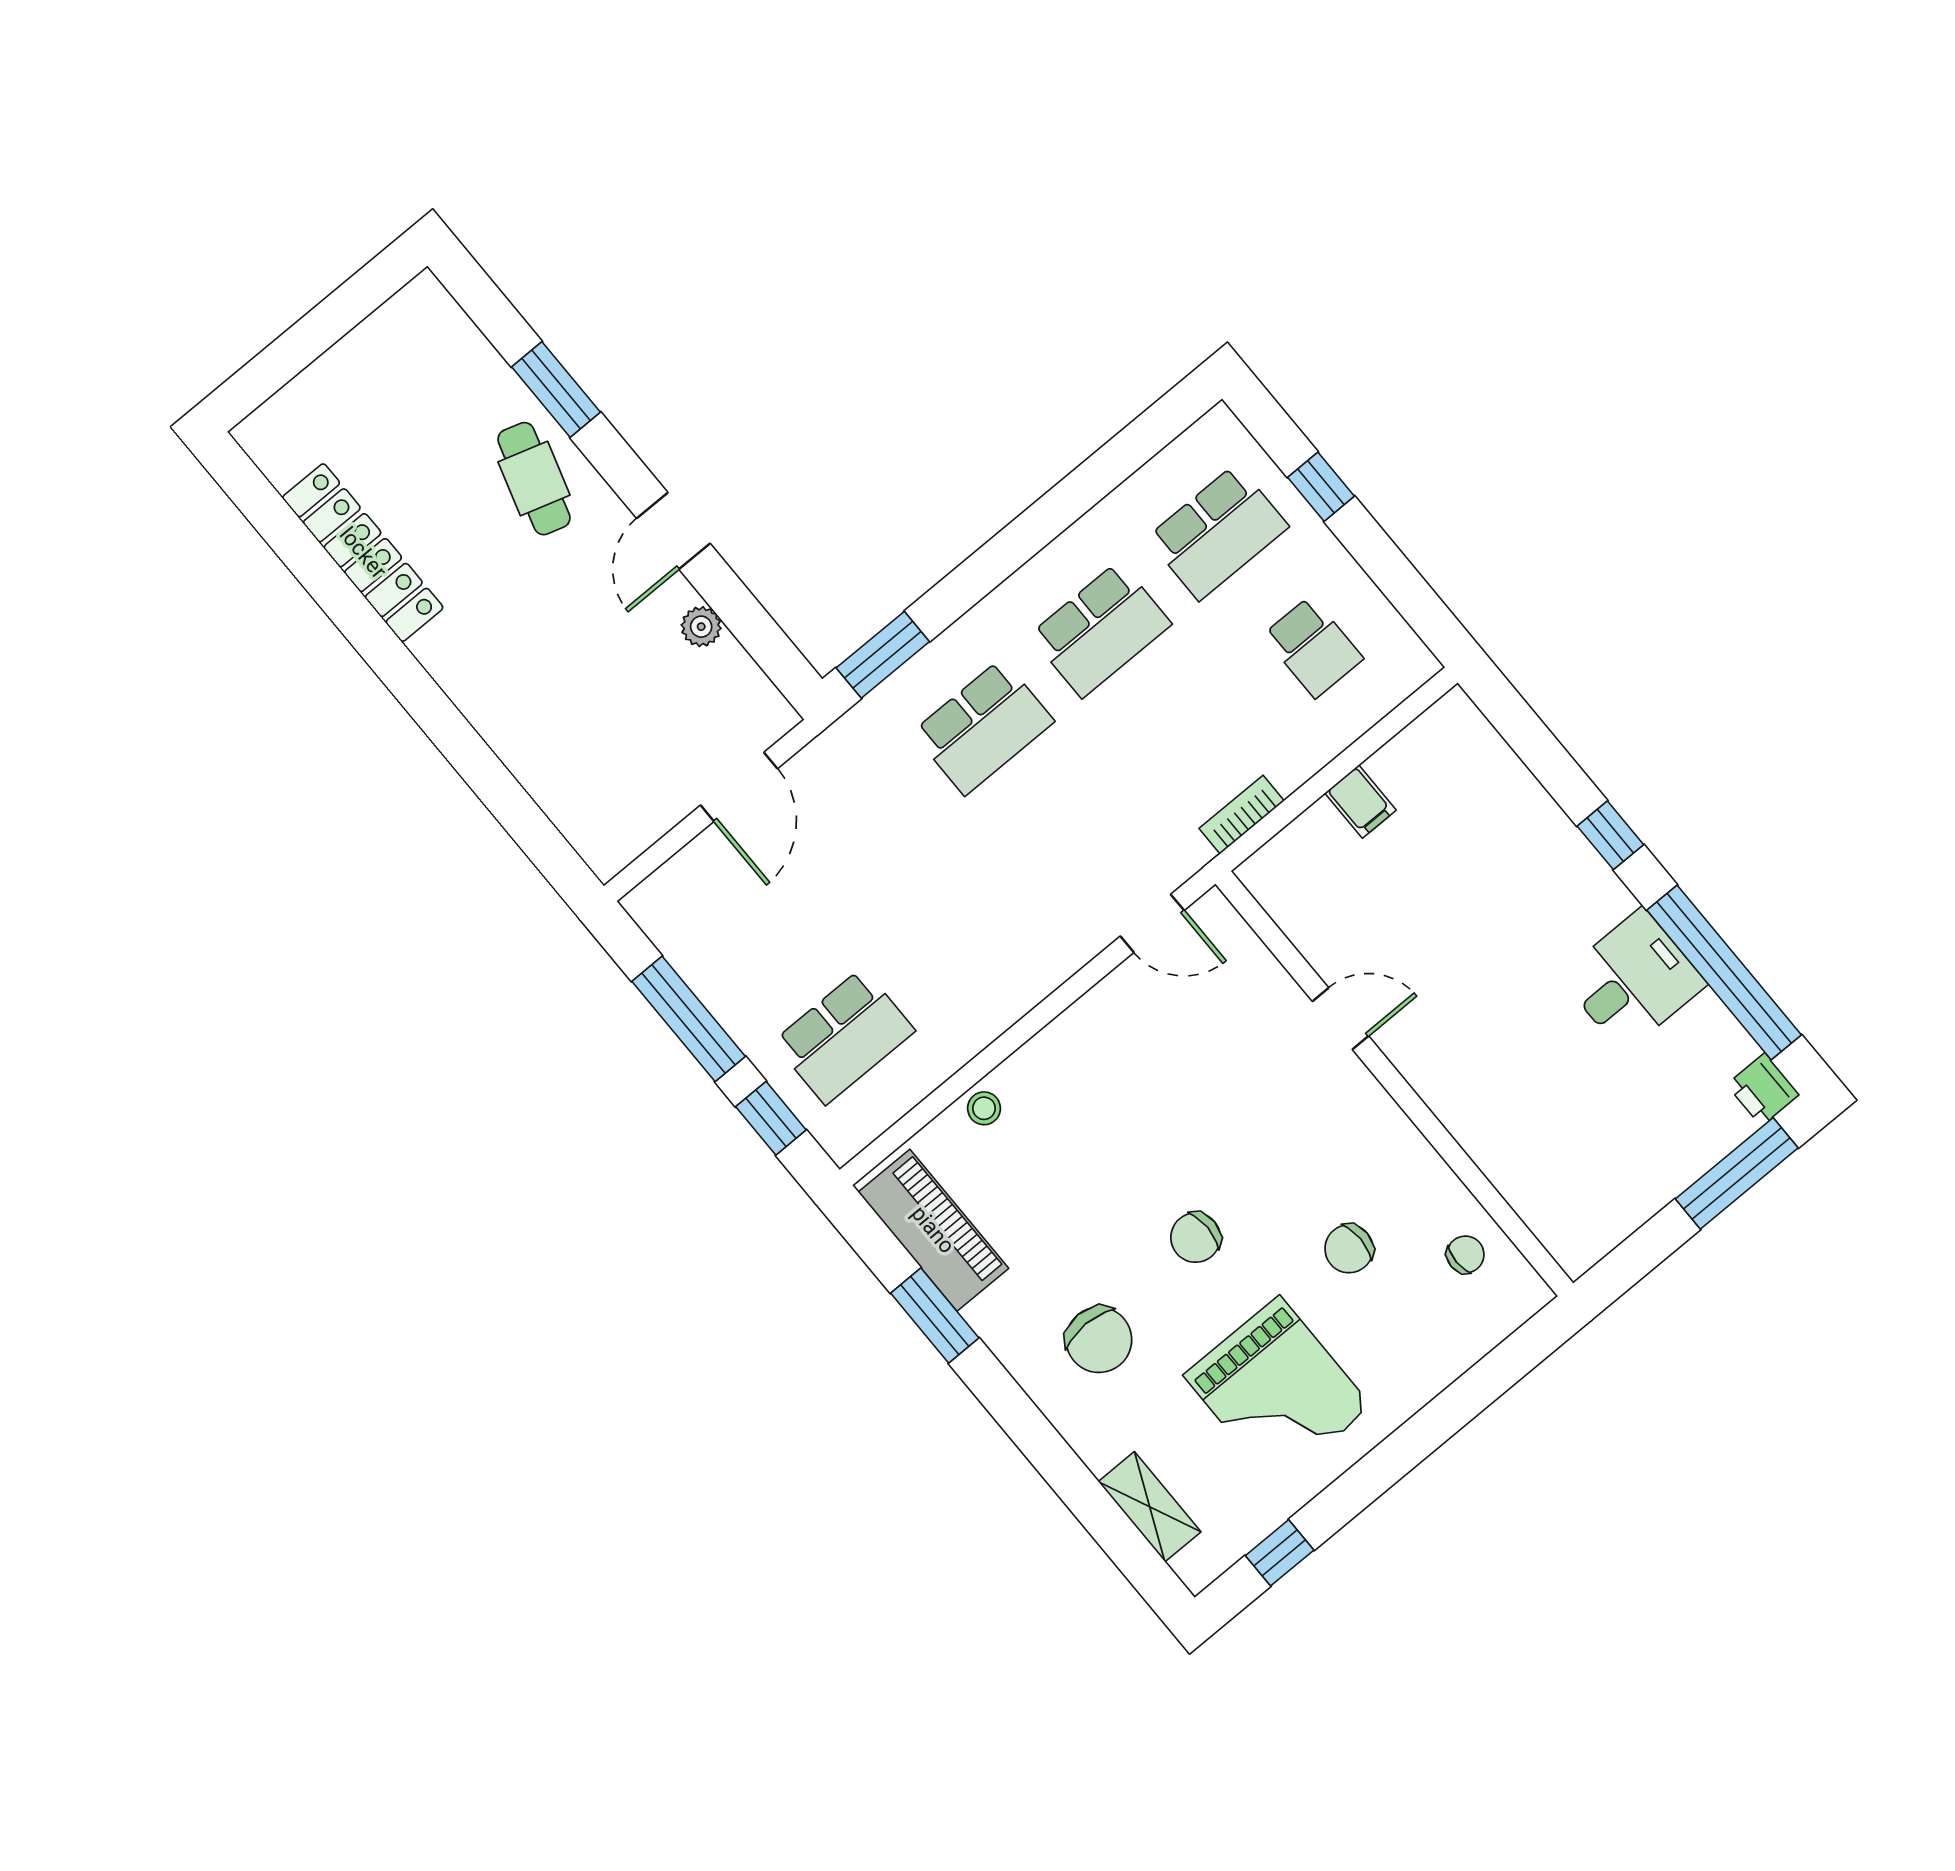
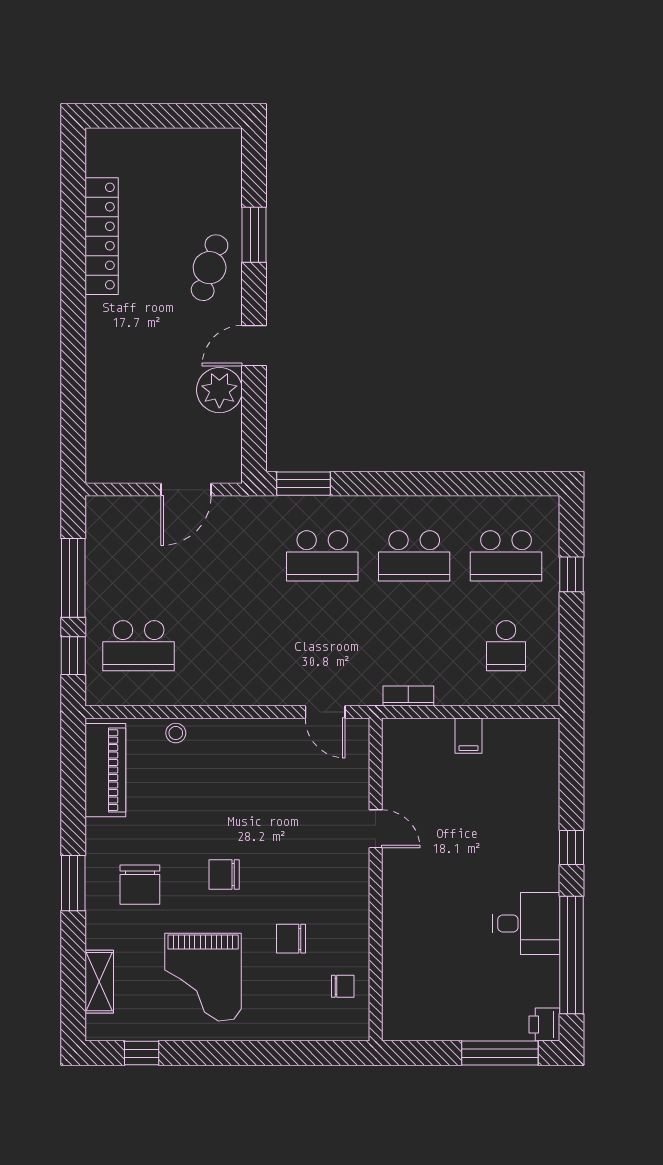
plant: (701, 627) -> (219, 390), width x1.88, depth x1.88
window: (935, 1315) -> (73, 883), moved

